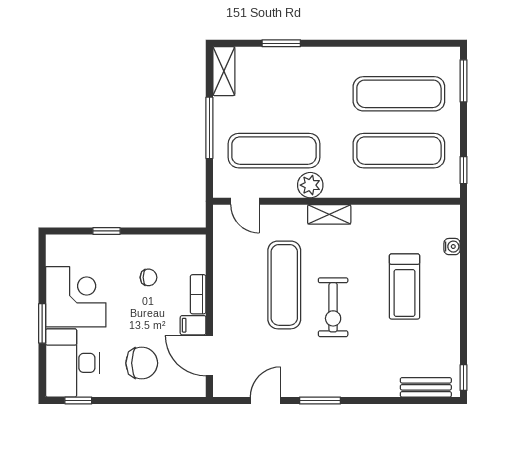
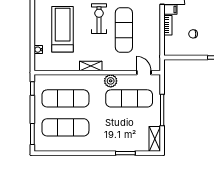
shelving: (329, 214) -> (91, 66), moved
treadmill: (405, 286) -> (63, 29), width x1.37, depth x1.38

